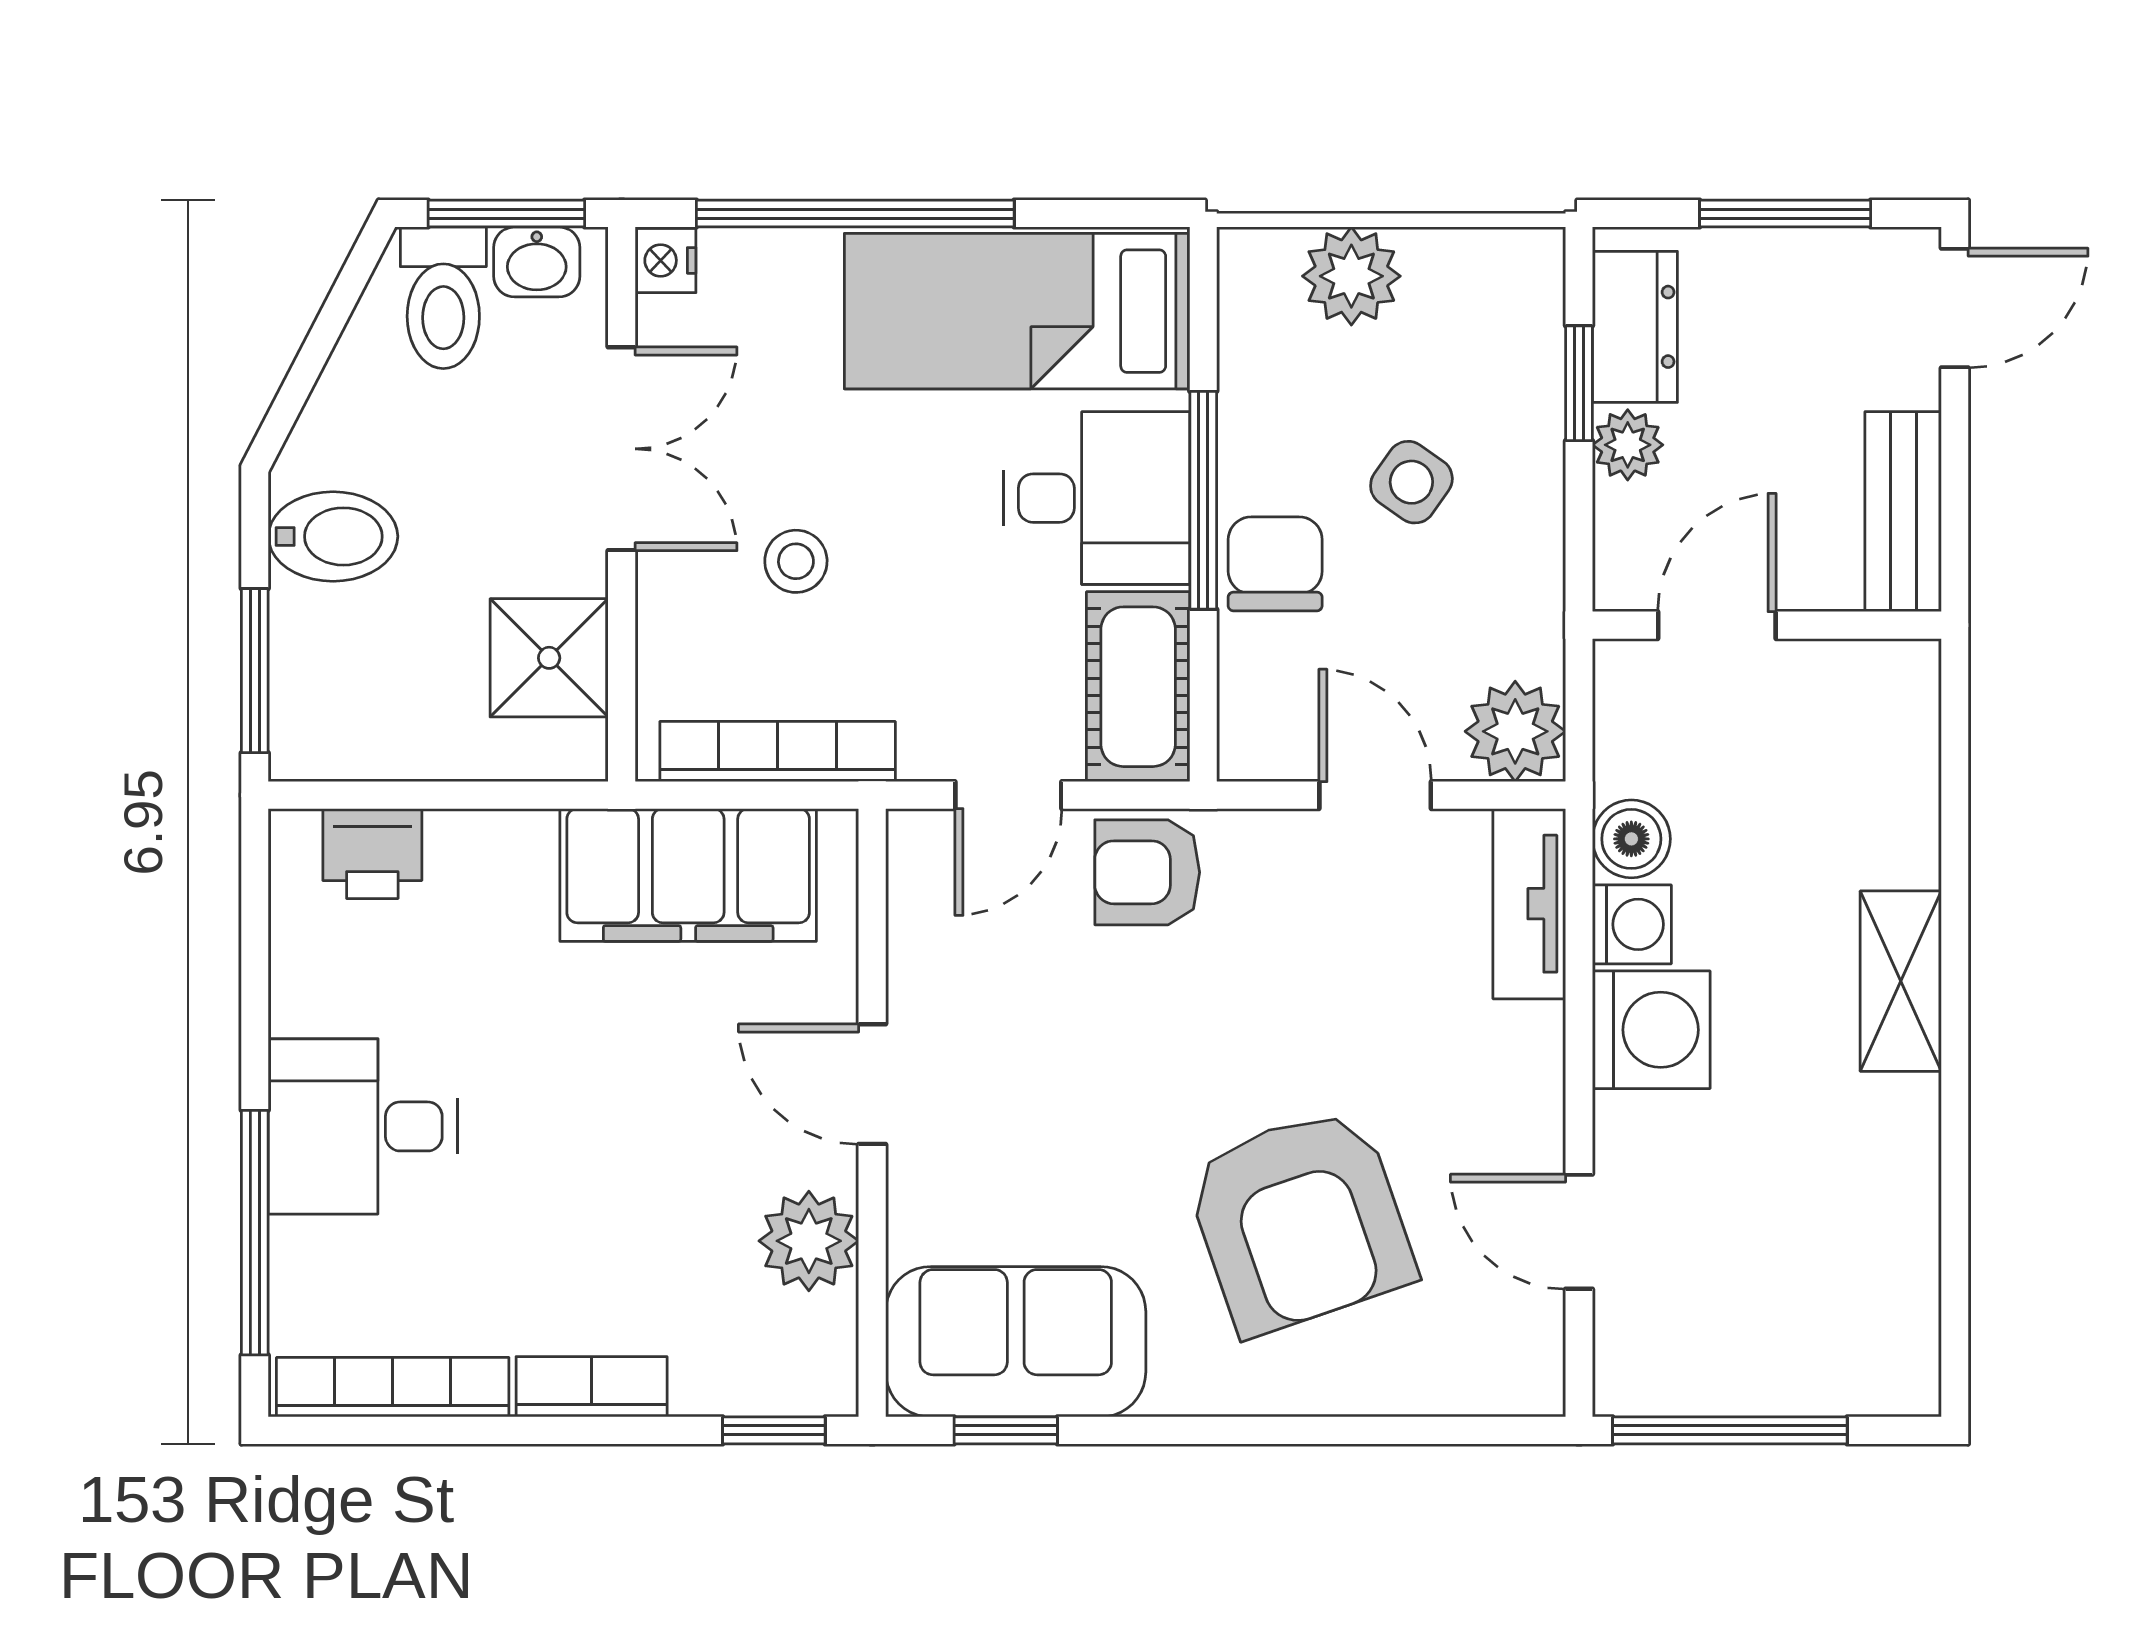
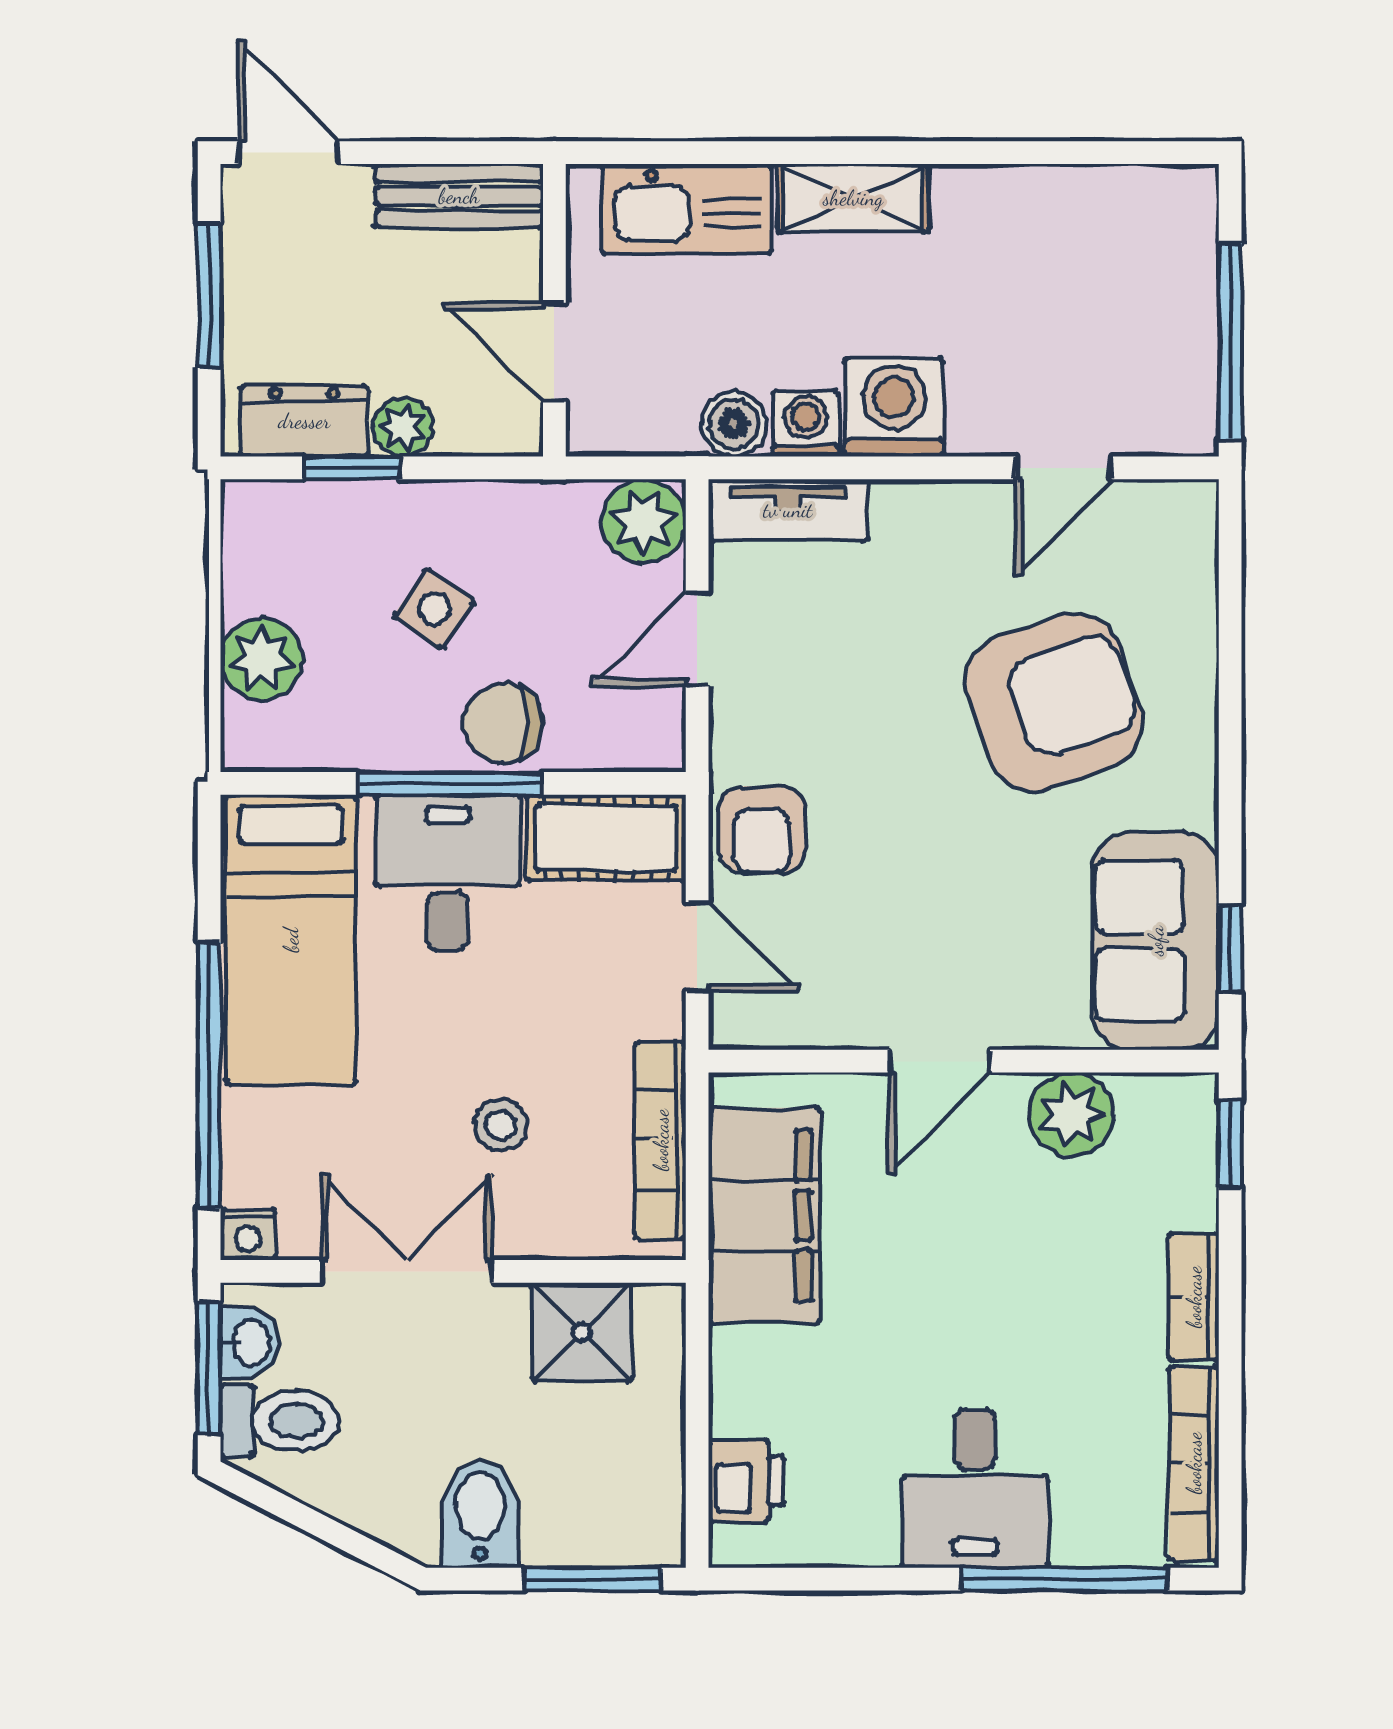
kitchen sink: (1888, 782) -> (686, 209), added

